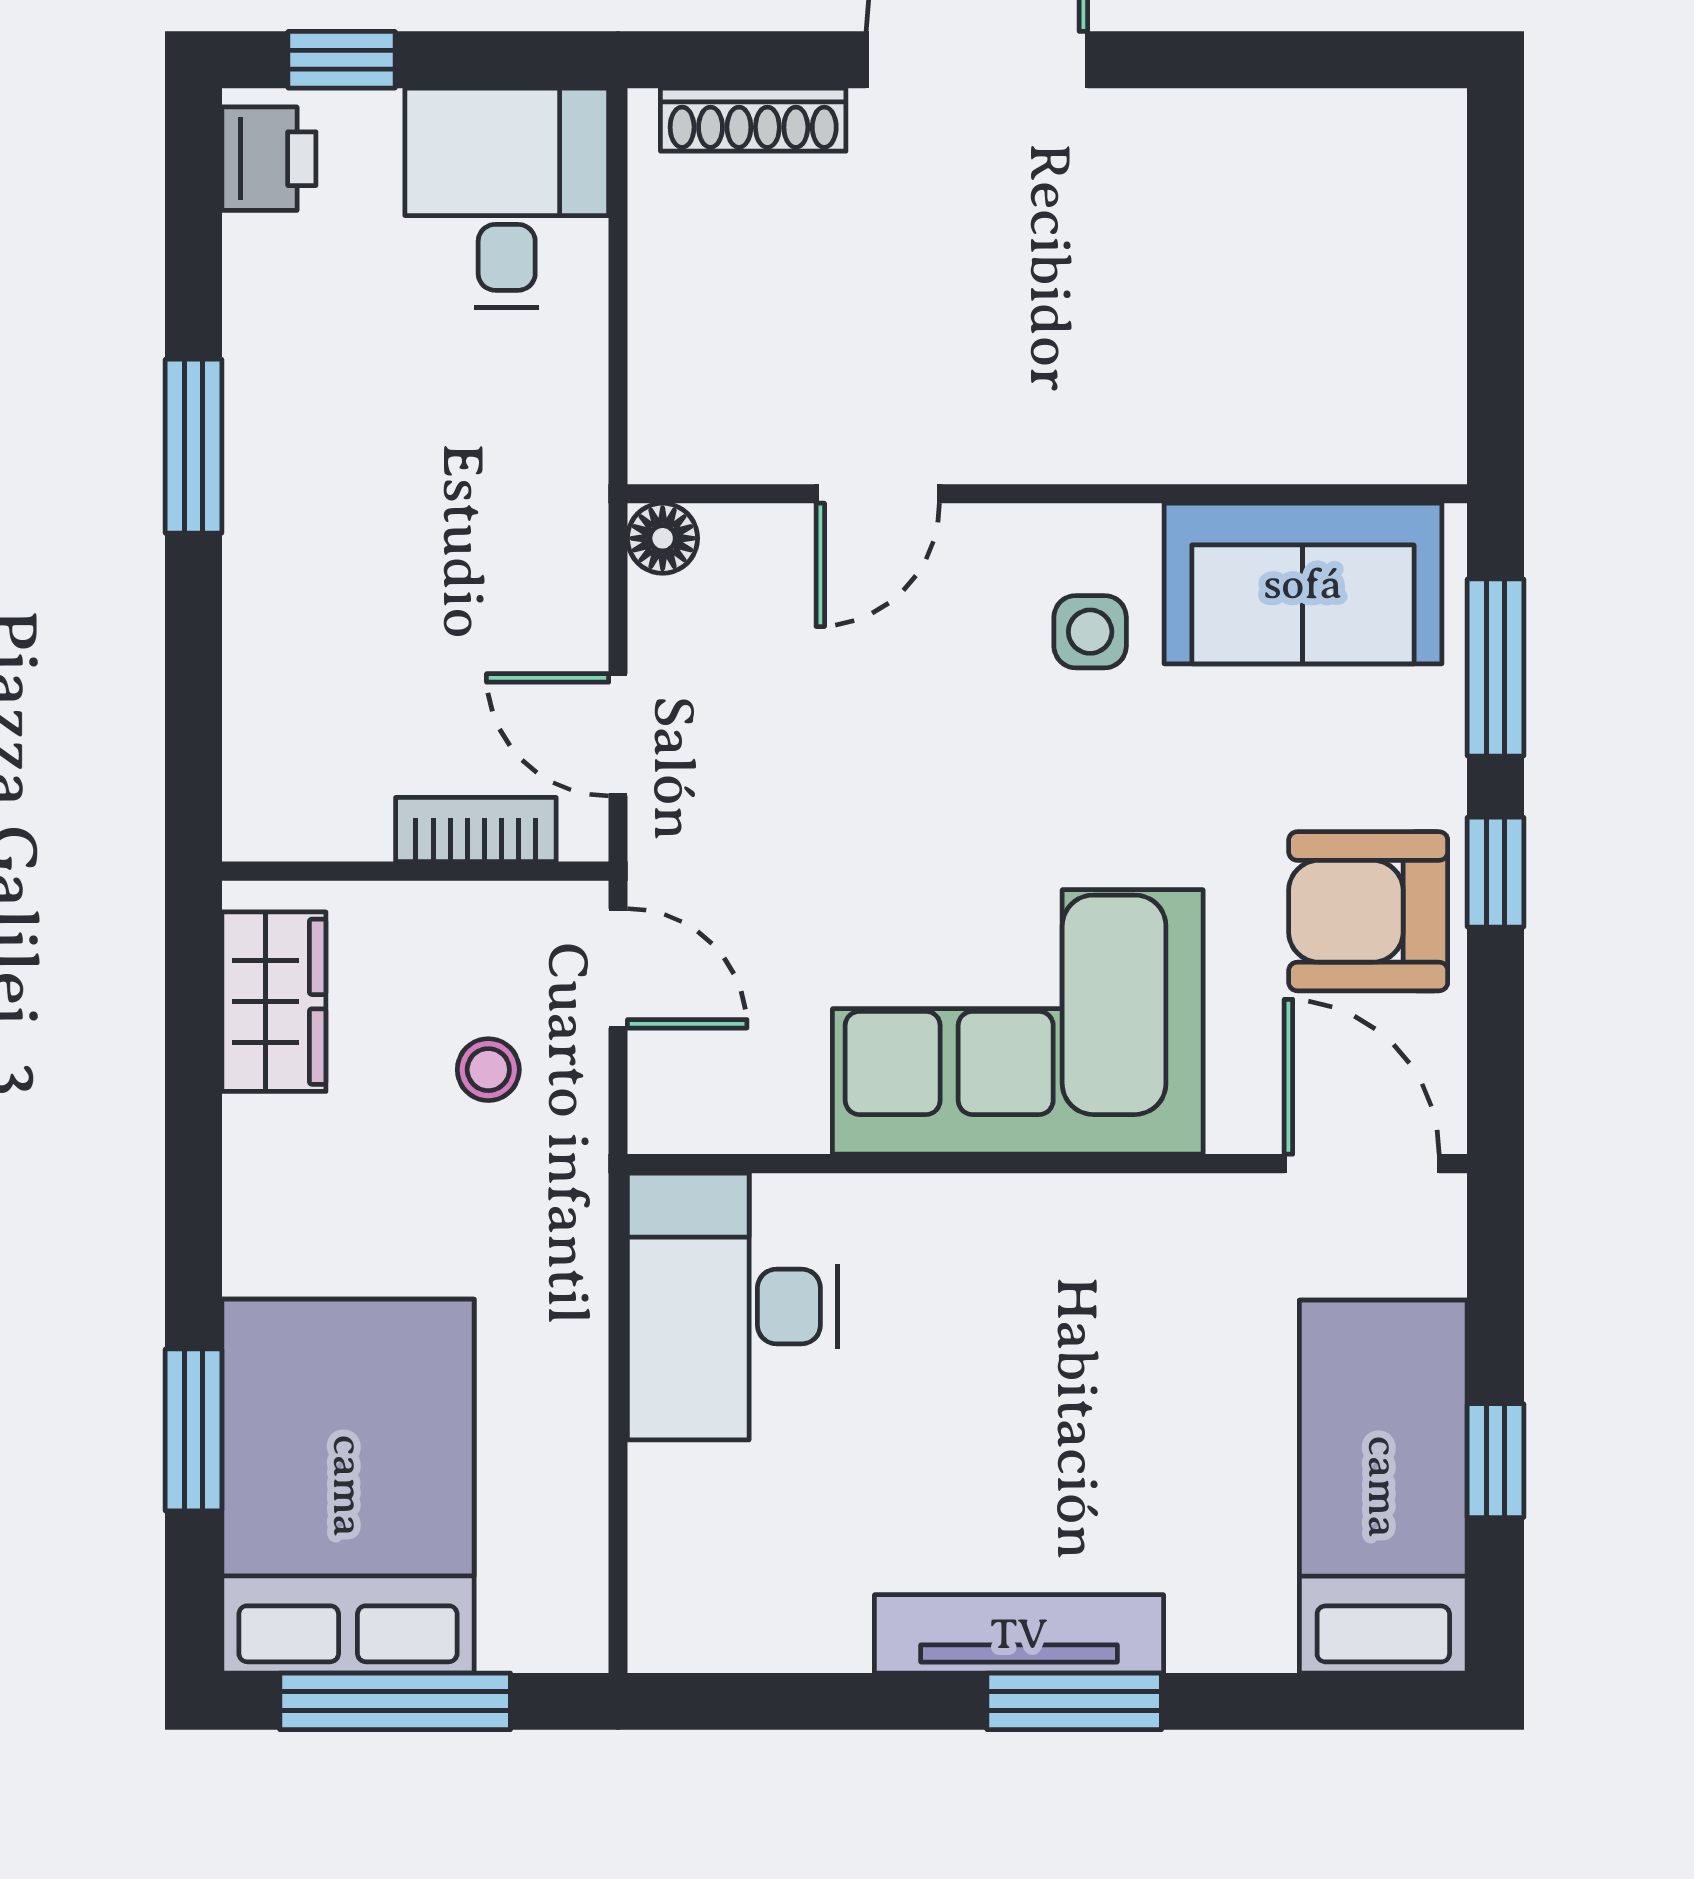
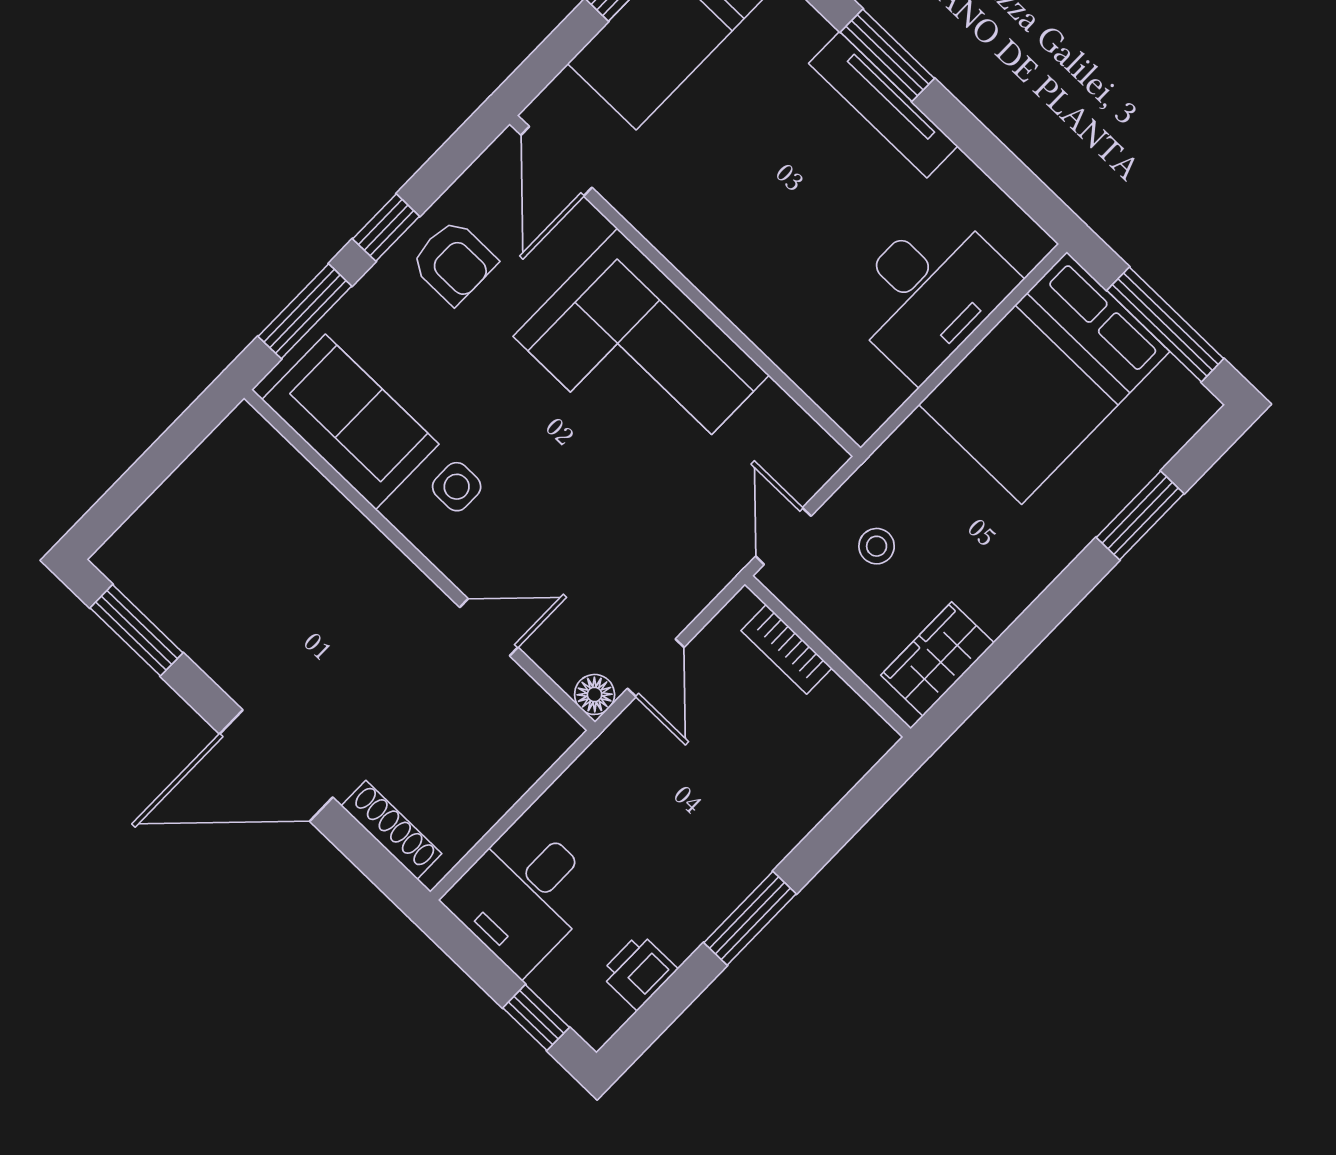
window: (1318, 60) -> (136, 630), added
printer: (269, 159) -> (639, 971), moved
door: (618, 735) -> (656, 668), moved
armchair: (1368, 911) -> (454, 262), width x0.72, depth x0.72
desk: (732, 1306) -> (929, 292), moved
bed: (348, 1486) -> (1044, 378), moved

